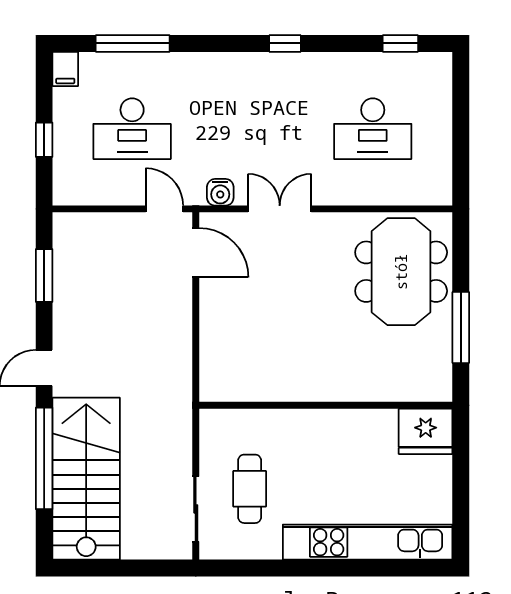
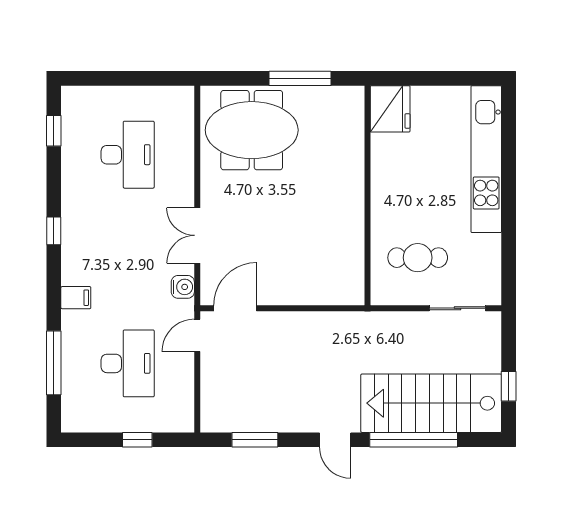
filing cabinet: (65, 69) -> (76, 298), moved
cafe table: (250, 489) -> (418, 258), moved
window: (106, 568) -> (509, 386), added

